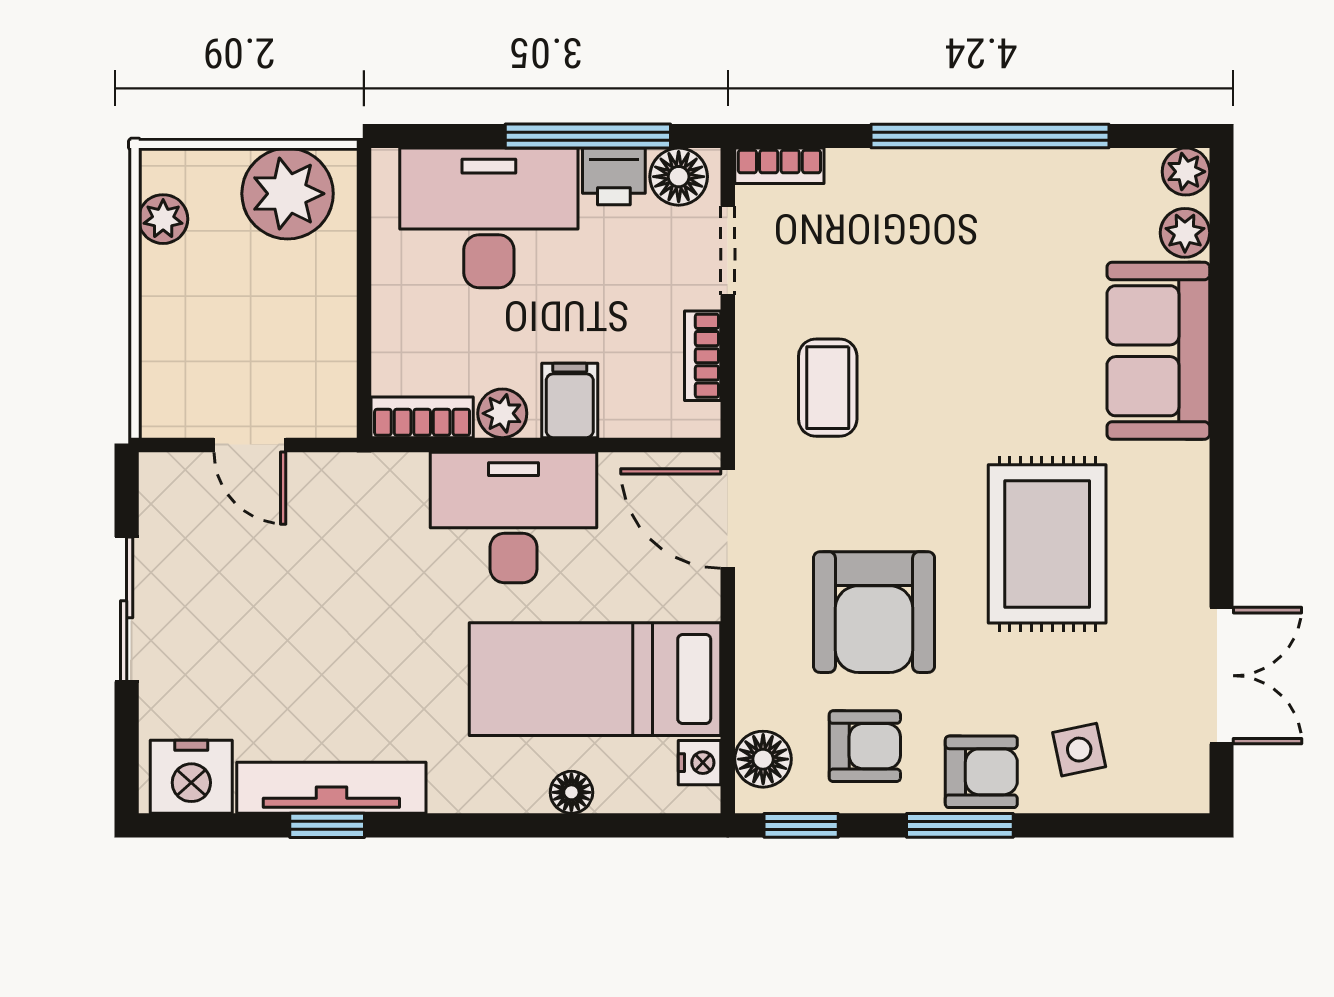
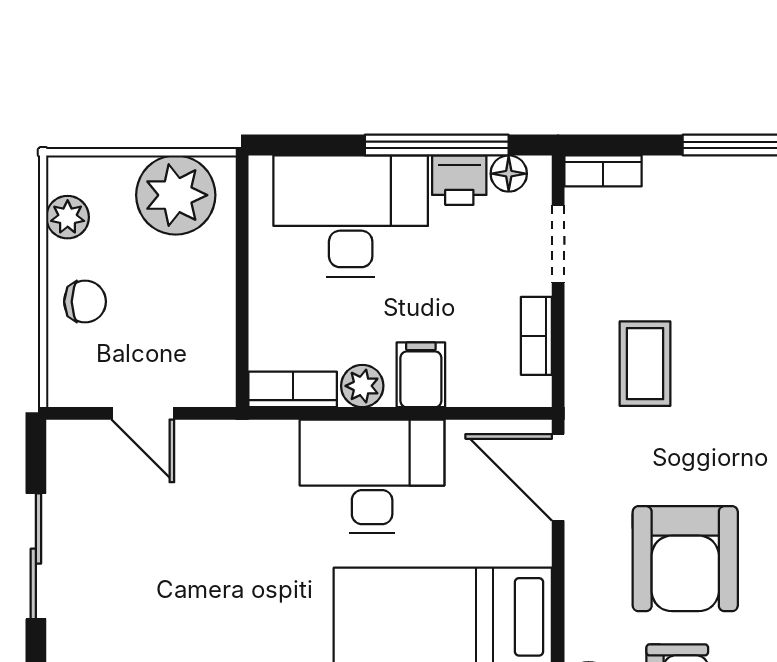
floor lamp: (679, 177) -> (509, 174), width x0.73, depth x0.73
chair: (183, 316) -> (85, 302), added

